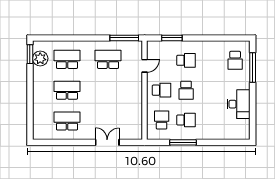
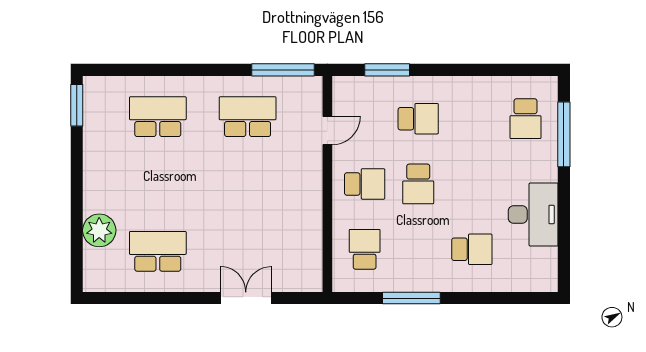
plant: (40, 58) -> (99, 230), moved
school desk: (67, 90) -> (158, 184), removed
school desk: (186, 120) -> (472, 249), moved

